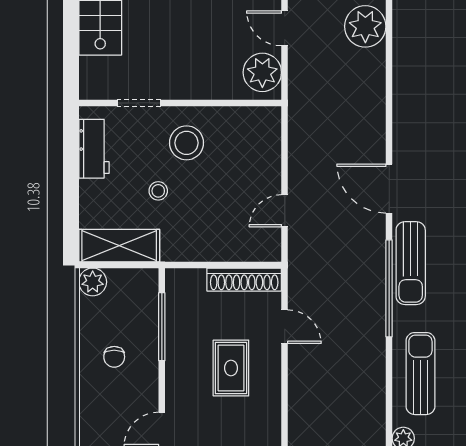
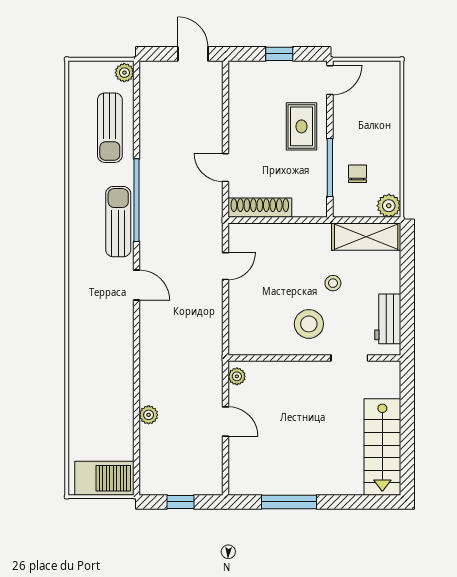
plant: (365, 26) -> (149, 415), width x0.53, depth x0.53
plant: (262, 72) -> (237, 376), width x0.53, depth x0.53
door: (389, 189) -> (137, 285), width x0.73
chair: (114, 357) -> (358, 174), moved
rug: (231, 368) -> (301, 126), moved

